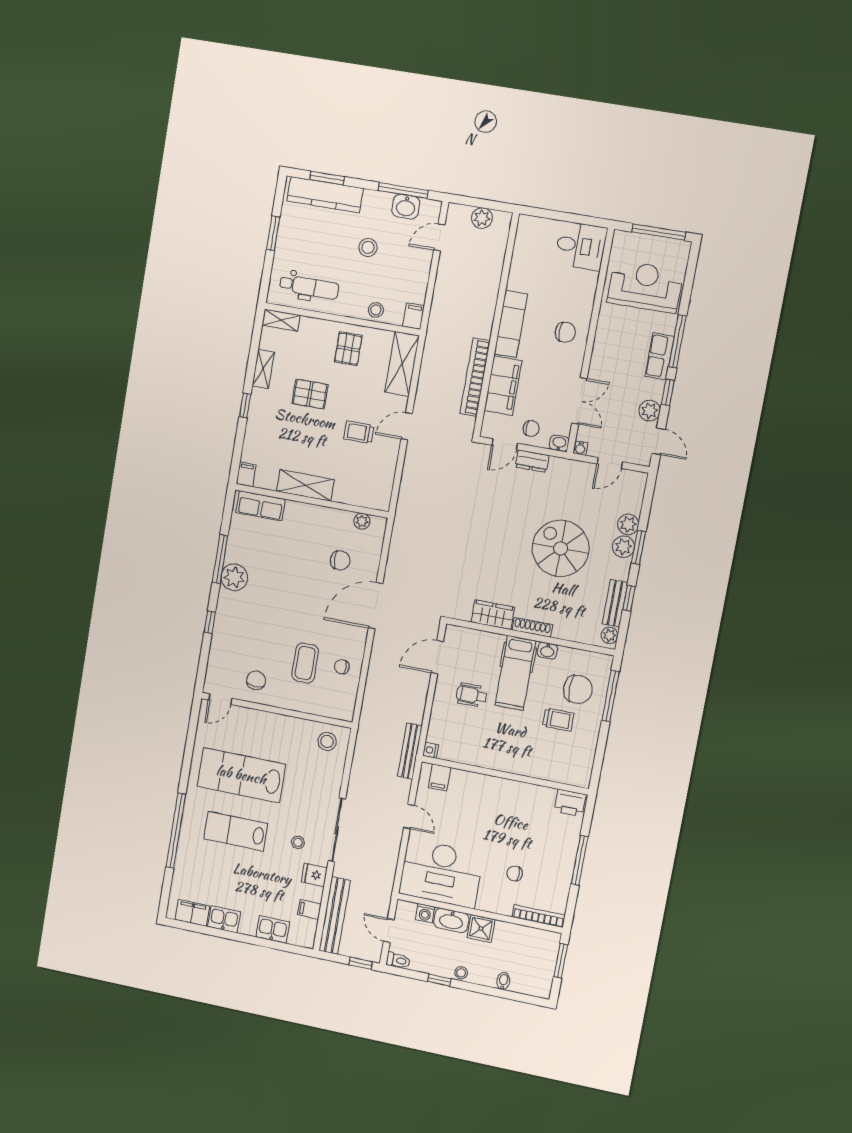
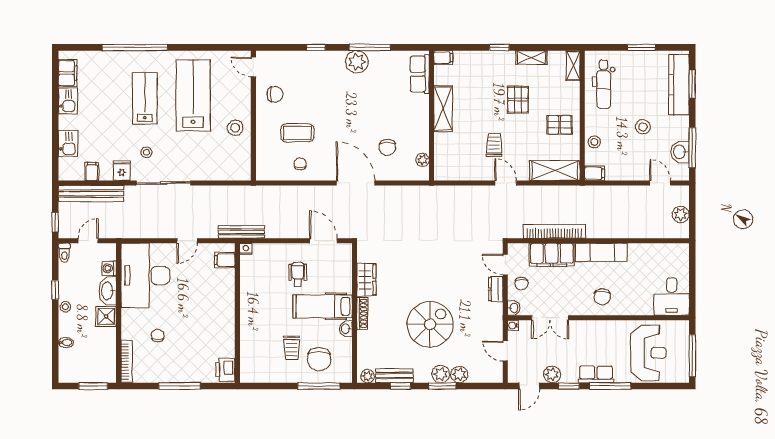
stool: (327, 741) -> (235, 128), moved

